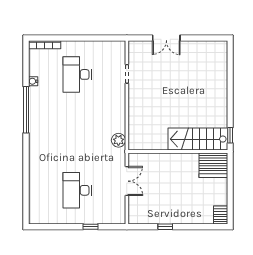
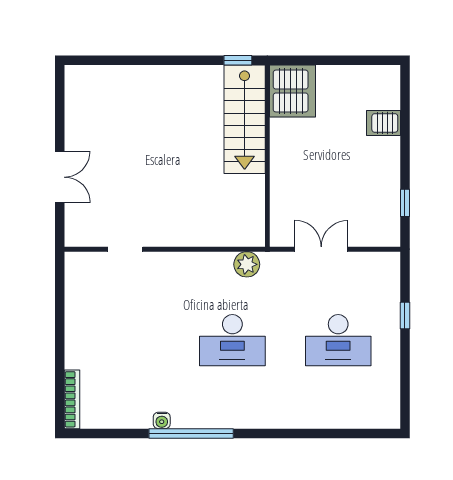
desk: (77, 74) -> (232, 340), moved
water cooler: (33, 81) -> (162, 420), moved
server rack: (221, 215) -> (383, 123), moved
window: (165, 227) -> (405, 203), moved

